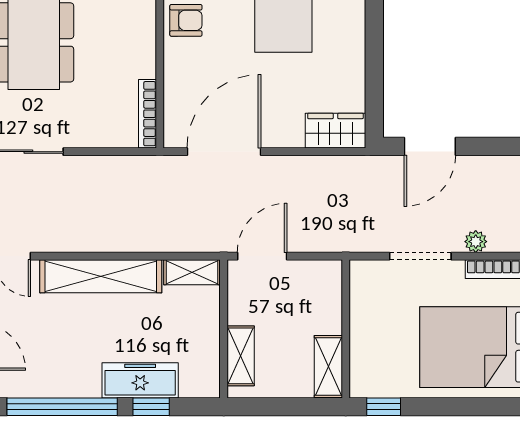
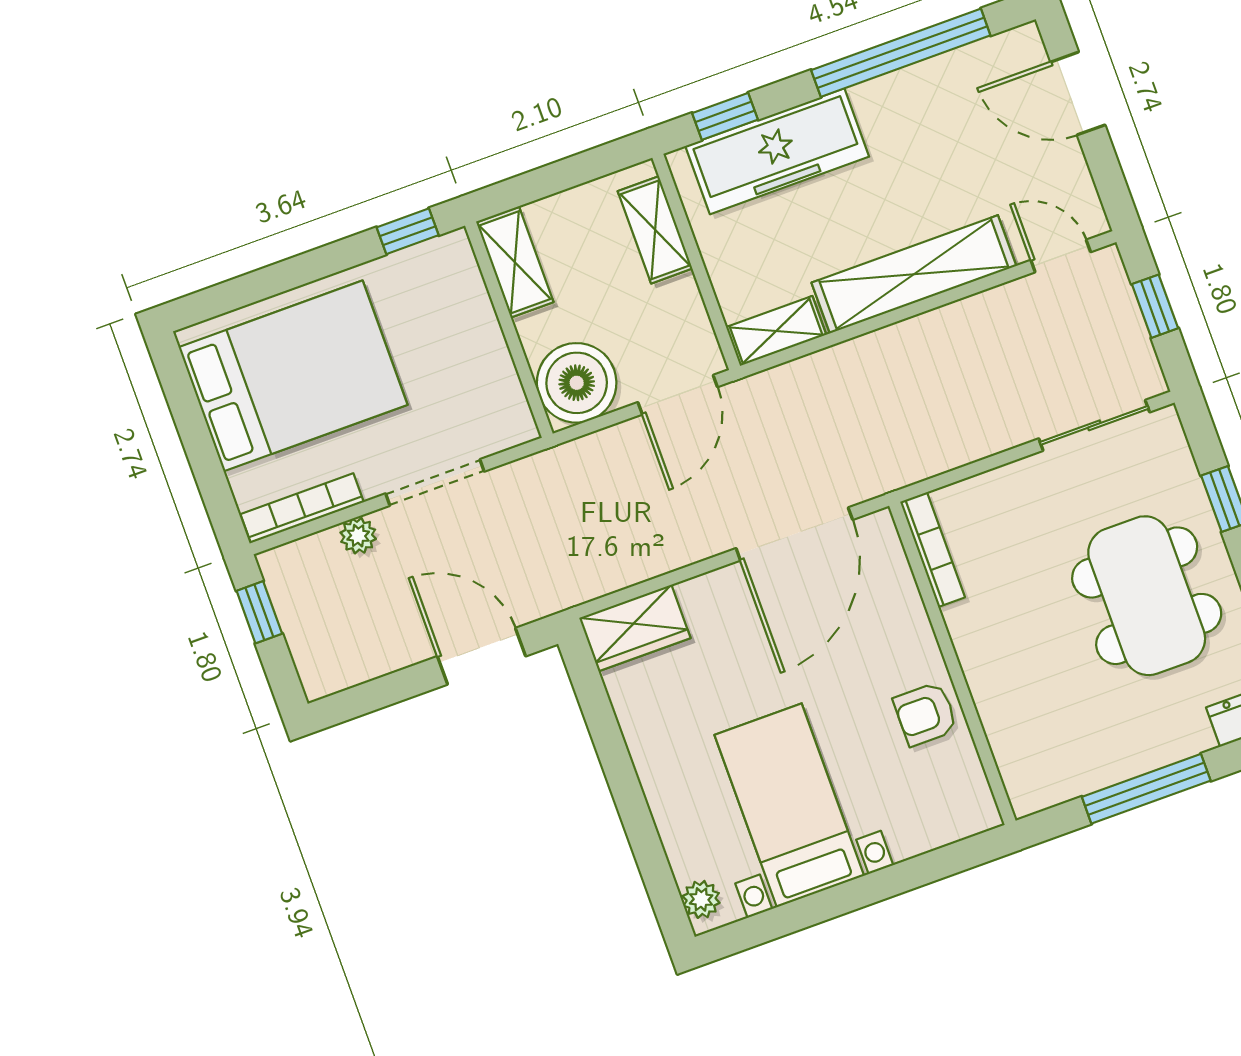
door: (430, 146) -> (481, 656), hinge flipped
boiler: (318, 284) -> (577, 383), added
freezer: (140, 380) -> (777, 151), width x1.36, depth x1.26
window: (151, 407) -> (725, 116), moved

